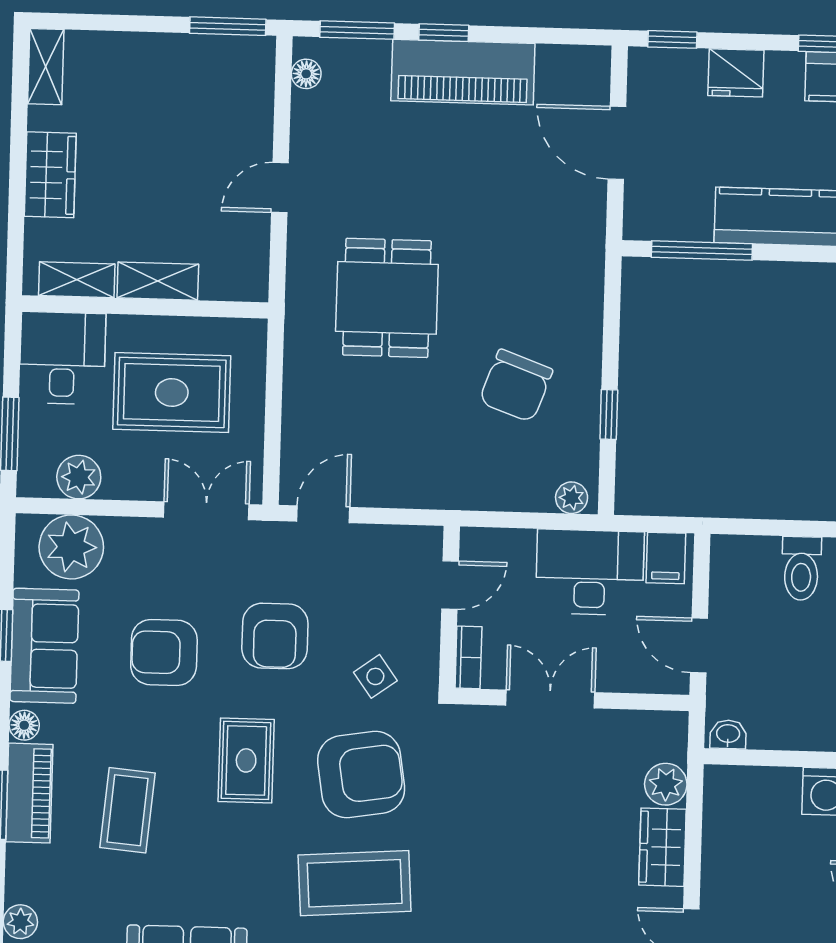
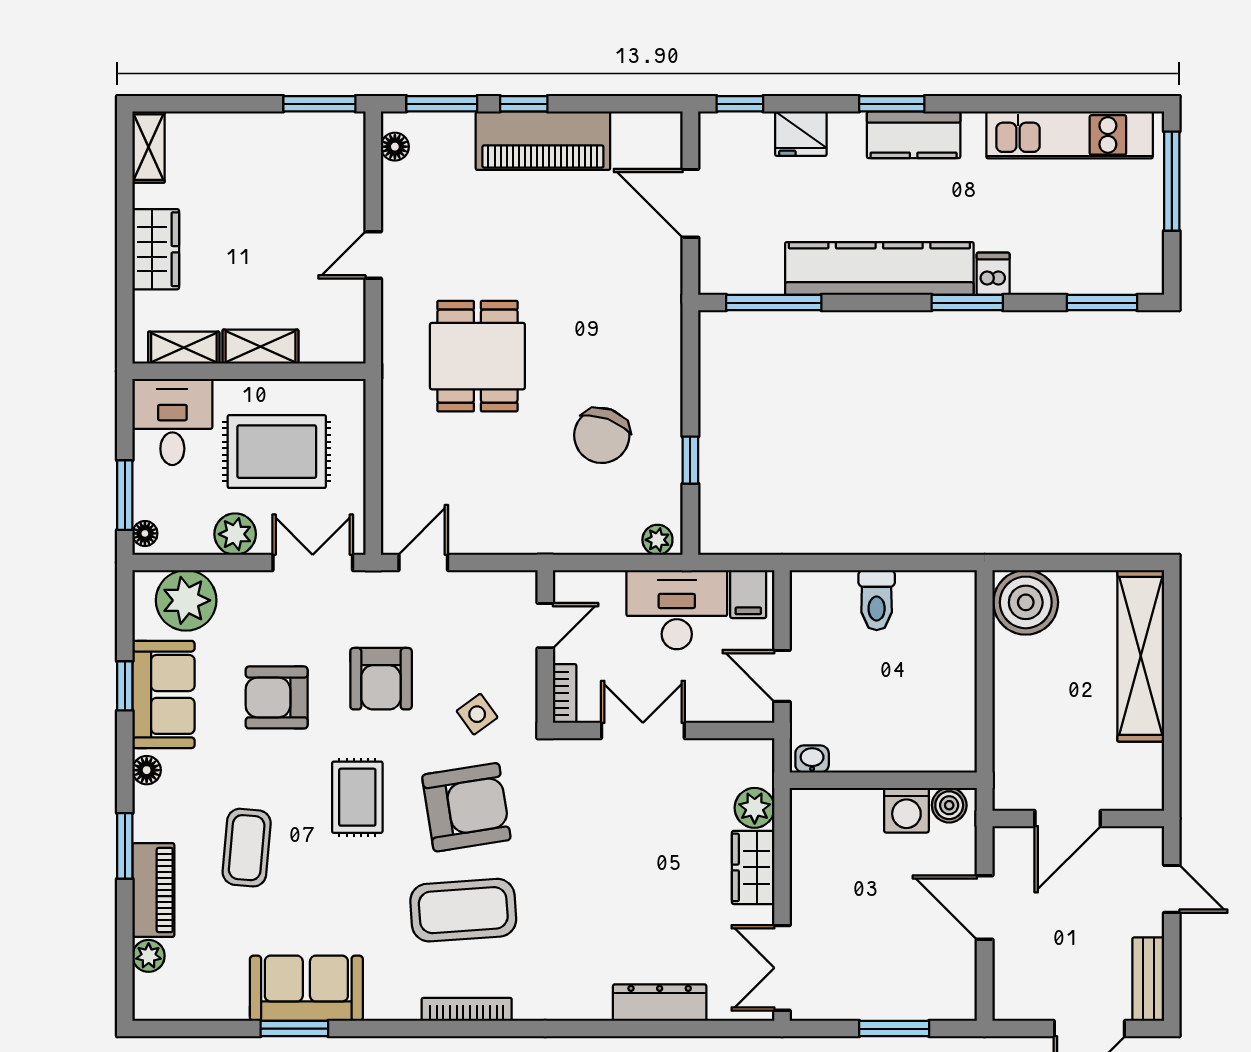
floor lamp: (30, 475) -> (145, 533), added
plant: (79, 477) -> (235, 534), moved
piano: (29, 793) -> (153, 890), moved

